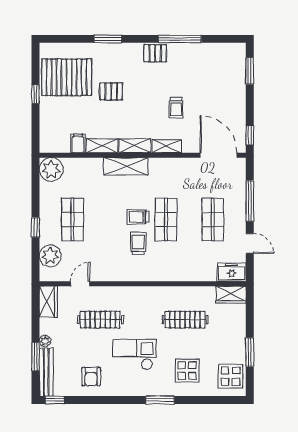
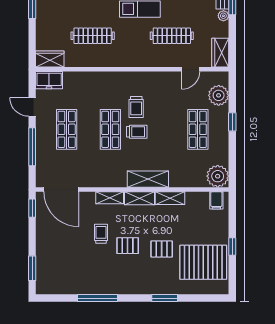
pallet: (155, 53) -> (128, 246), moved
filing cabinet: (78, 143) -> (216, 200), moved

